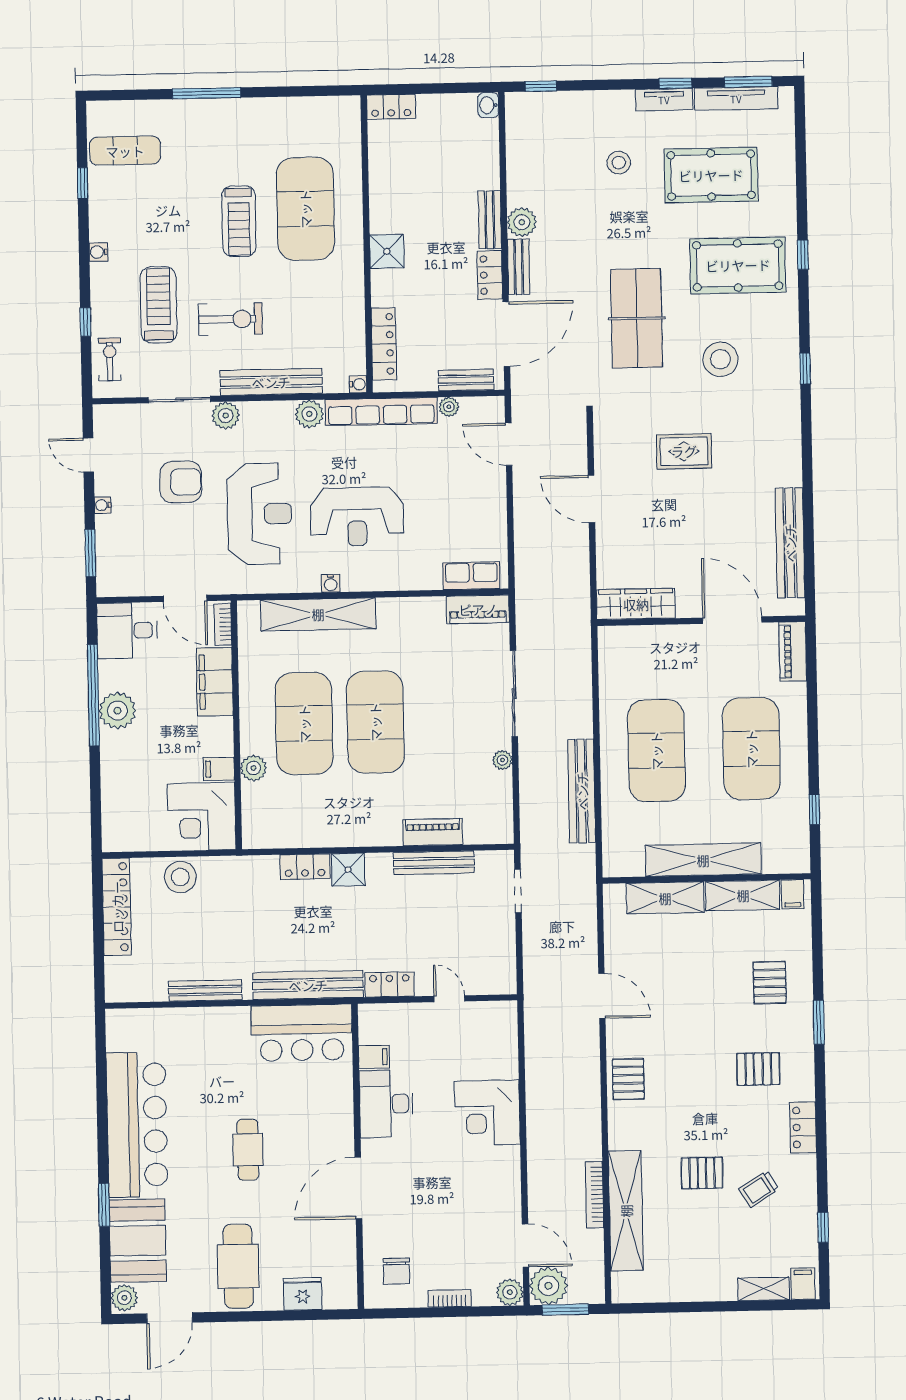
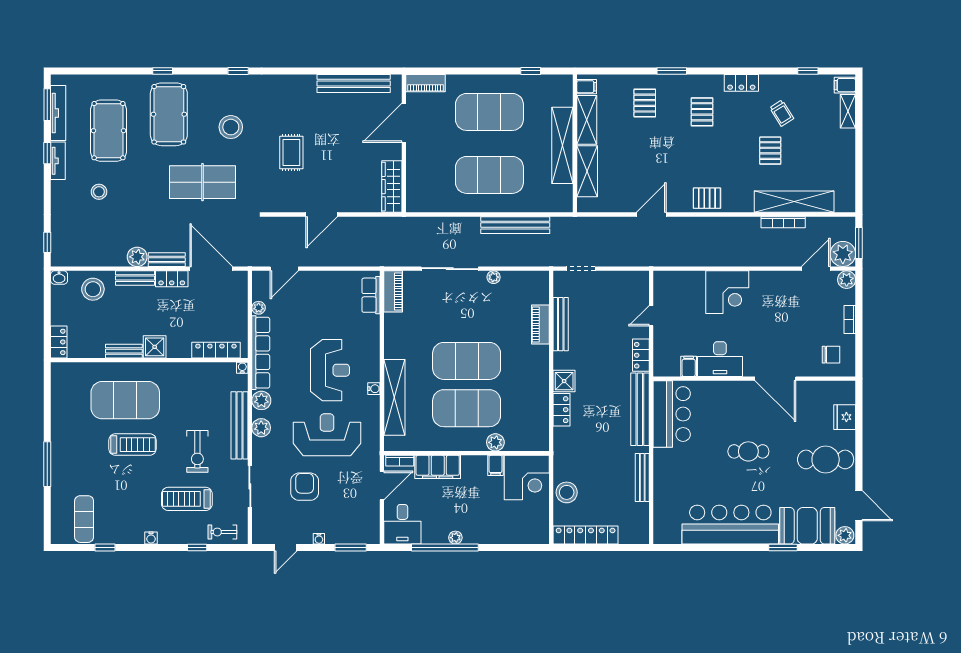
stool: (472, 157) -> (93, 289), added
exercise bike: (231, 319) -> (197, 451), turned 180
bench: (466, 380) -> (124, 351), moved, turned 90
plant: (226, 415) -> (261, 428), moved
plant: (117, 711) -> (455, 538), width x0.53, depth x0.53
pallet: (770, 983) -> (645, 103), turned 90

